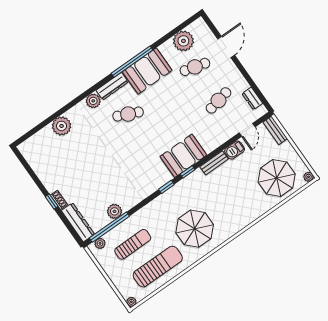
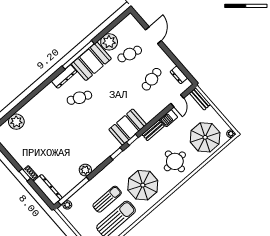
plant: (183, 41) -> (109, 42), moved
plant: (93, 101) -> (50, 90), removed
plant: (62, 126) -> (16, 122), moved
round table: (237, 204) -> (175, 161), added
plant: (115, 211) -> (85, 170), moved
sun lounger: (133, 244) -> (107, 199), moved

